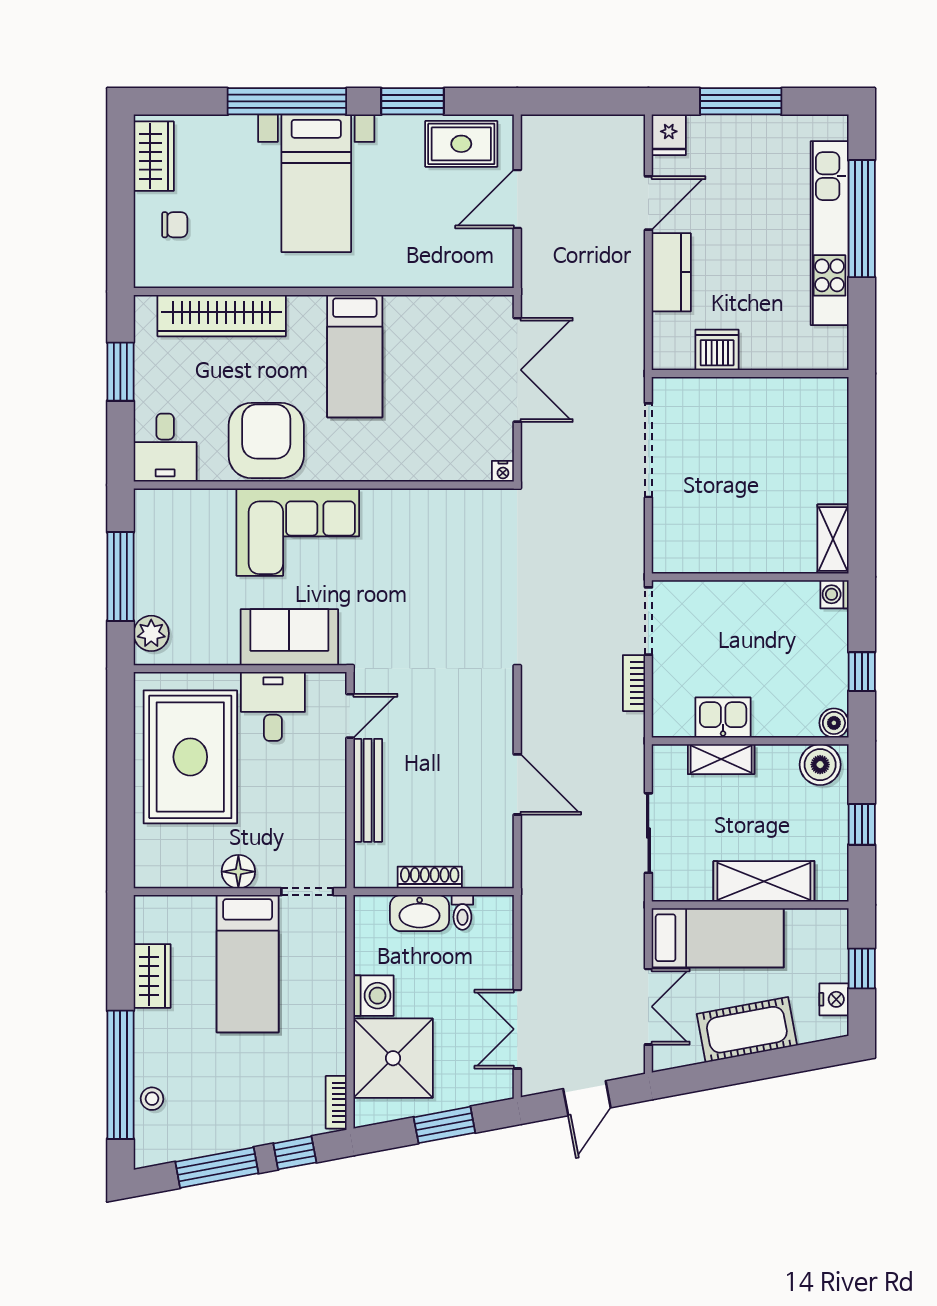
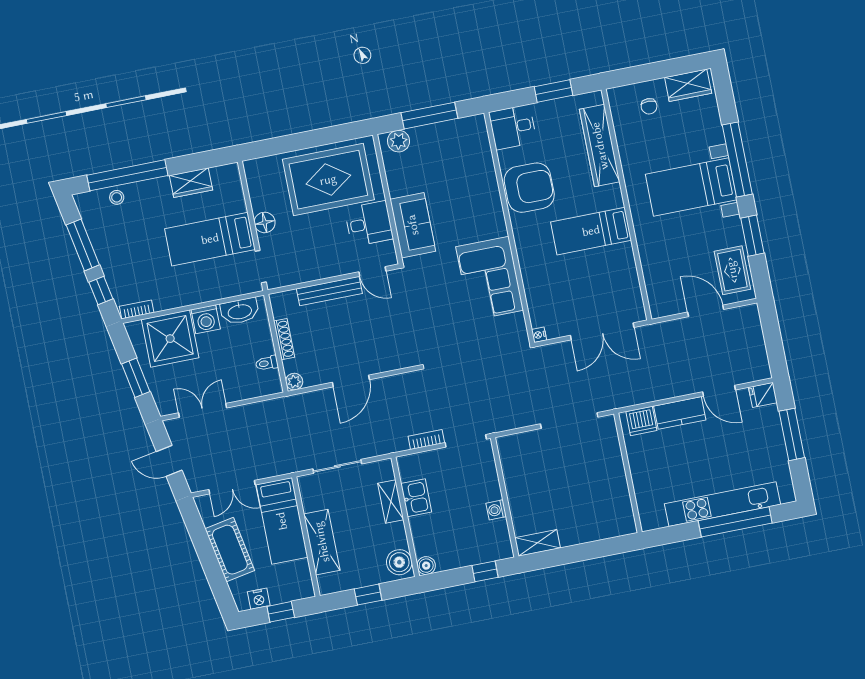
dishwasher: (717, 350) -> (641, 421), moved, turned 90
corner sofa: (298, 532) -> (490, 279), moved
washing machine: (834, 594) -> (496, 510), moved, turned -90
window: (862, 672) -> (485, 571), moved
plant: (500, 875) -> (294, 382), added
washbasin: (420, 913) -> (240, 311), moved, turned -90

